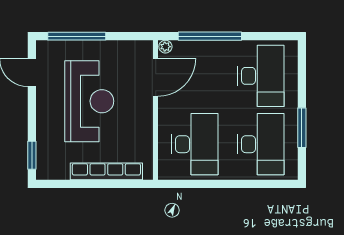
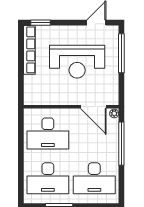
row of seats: (106, 171) -> (29, 50), moved

